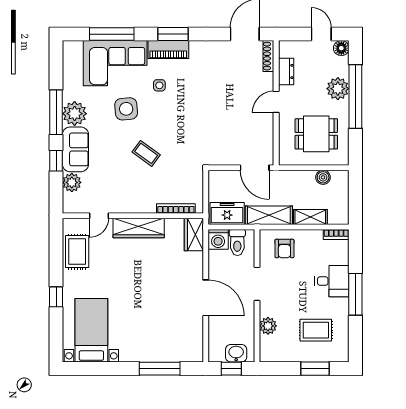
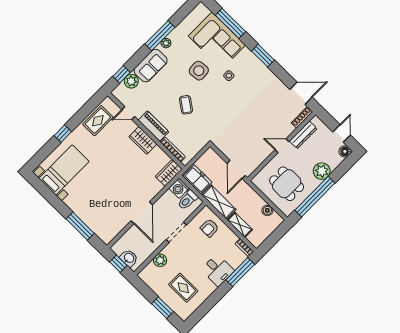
piano: (168, 50) -> (153, 126), moved, turned 180
dresser: (286, 72) -> (303, 135), width x1.44
window: (355, 96) -> (315, 197), moved
plant: (75, 114) -> (166, 43), width x0.53, depth x0.53
window: (56, 161) -> (122, 74), moved
wardrobe: (139, 228) -> (143, 140), width x0.67
window: (355, 294) -> (240, 272), moved

